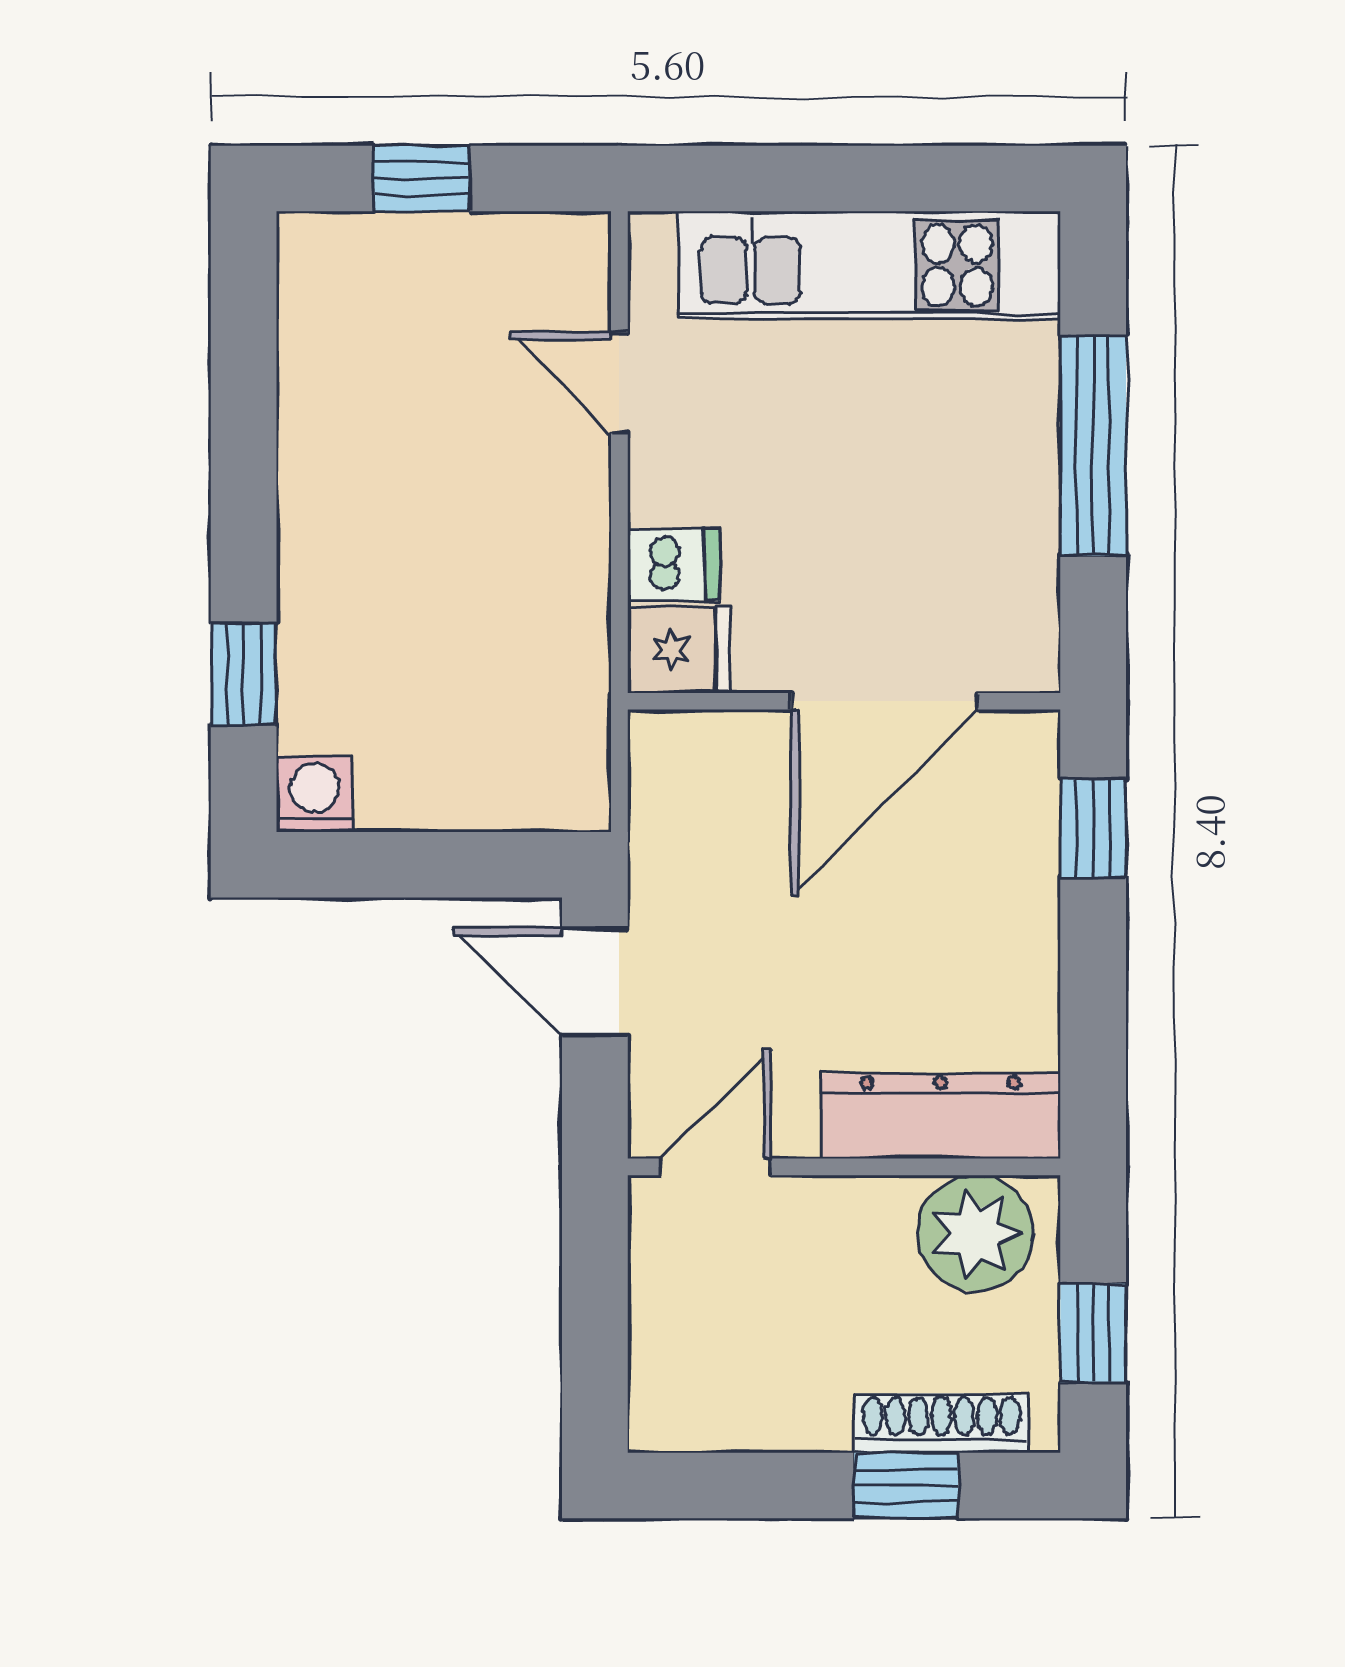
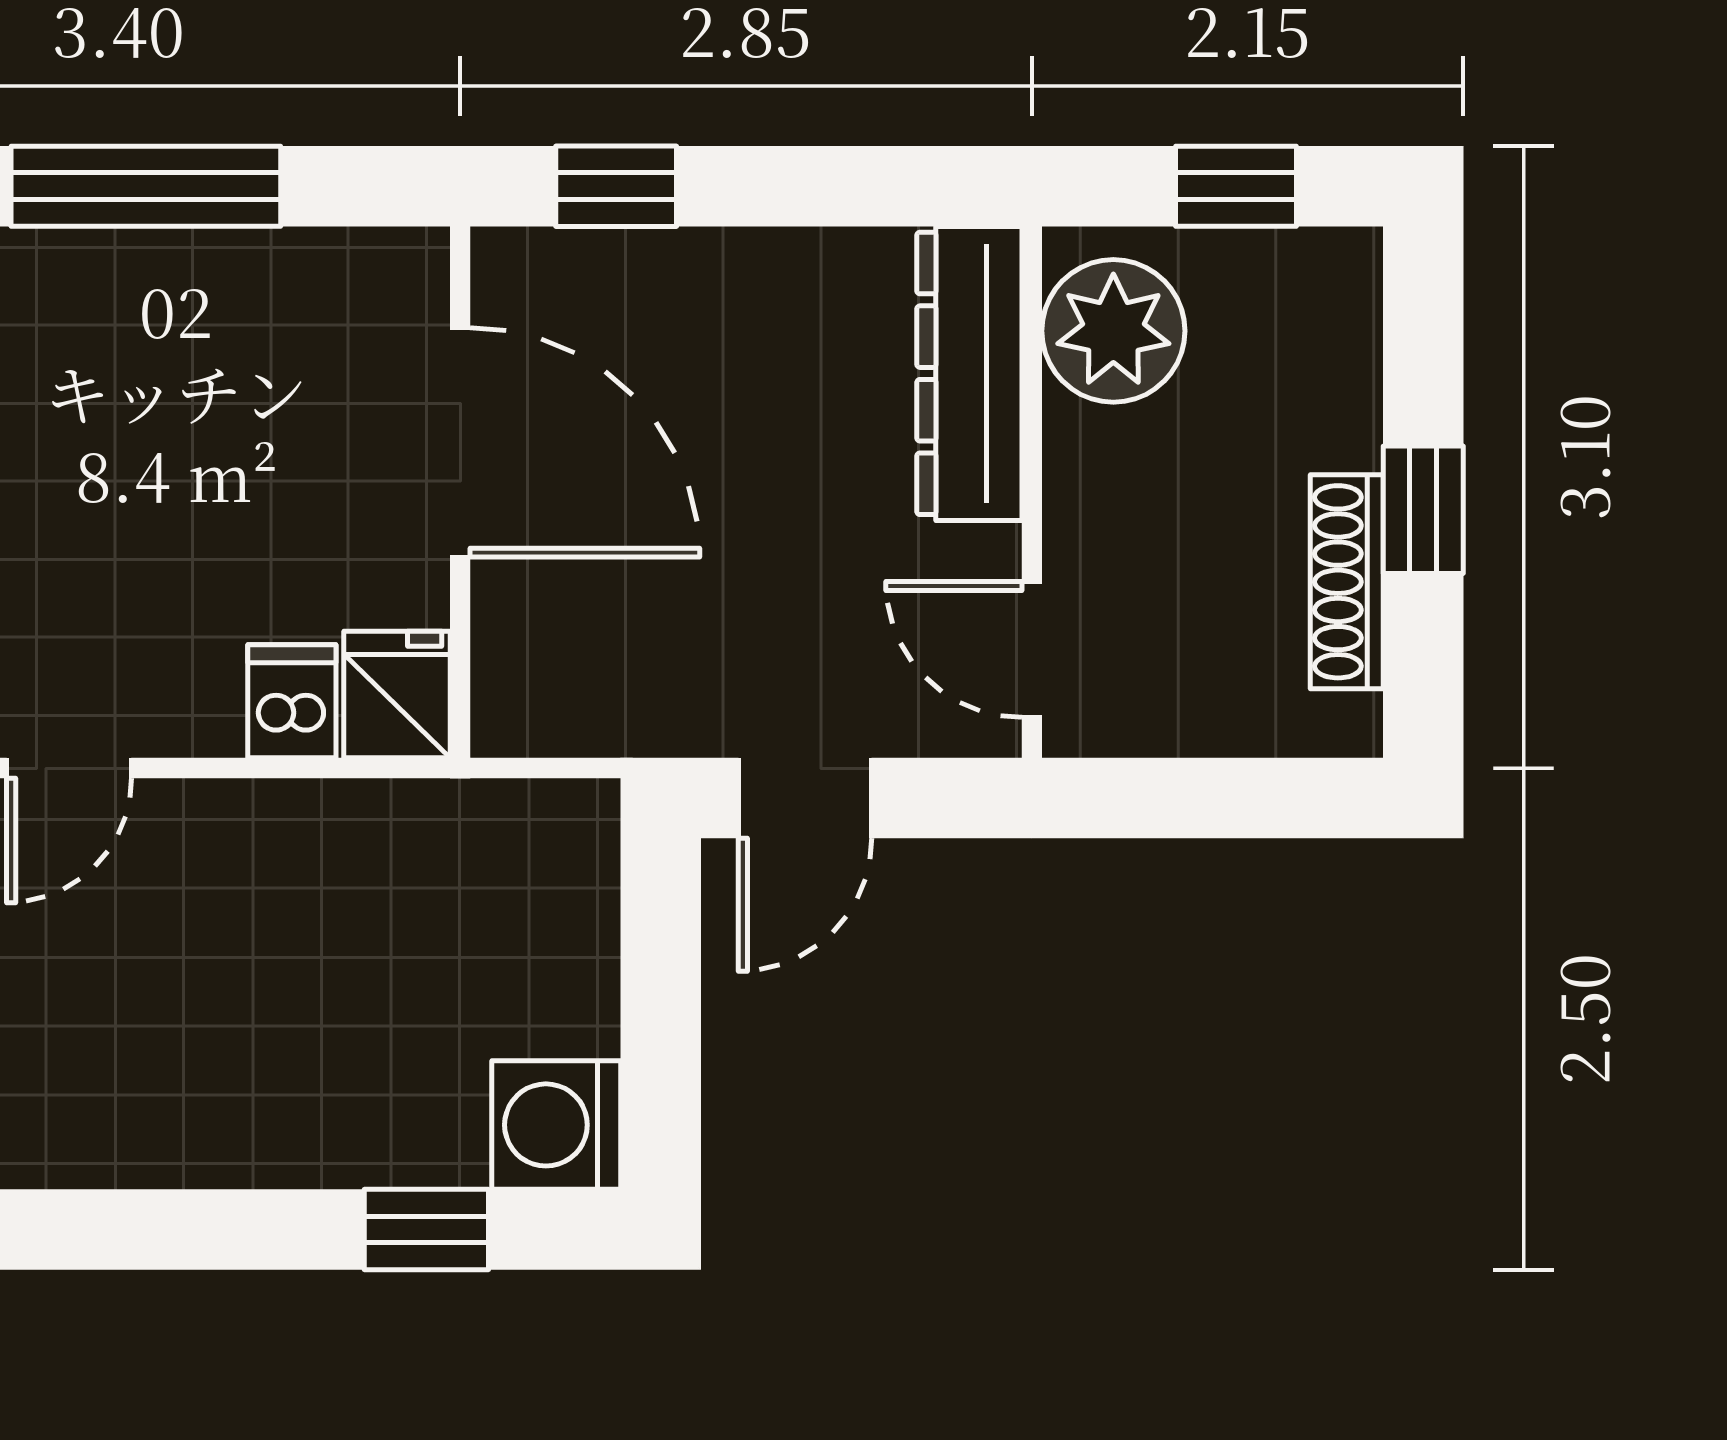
washing machine: (314, 794) -> (556, 1125), width x1.38, depth x1.38
shoe rack: (941, 1423) -> (1347, 582), moved
window: (906, 1485) -> (1423, 510), moved

